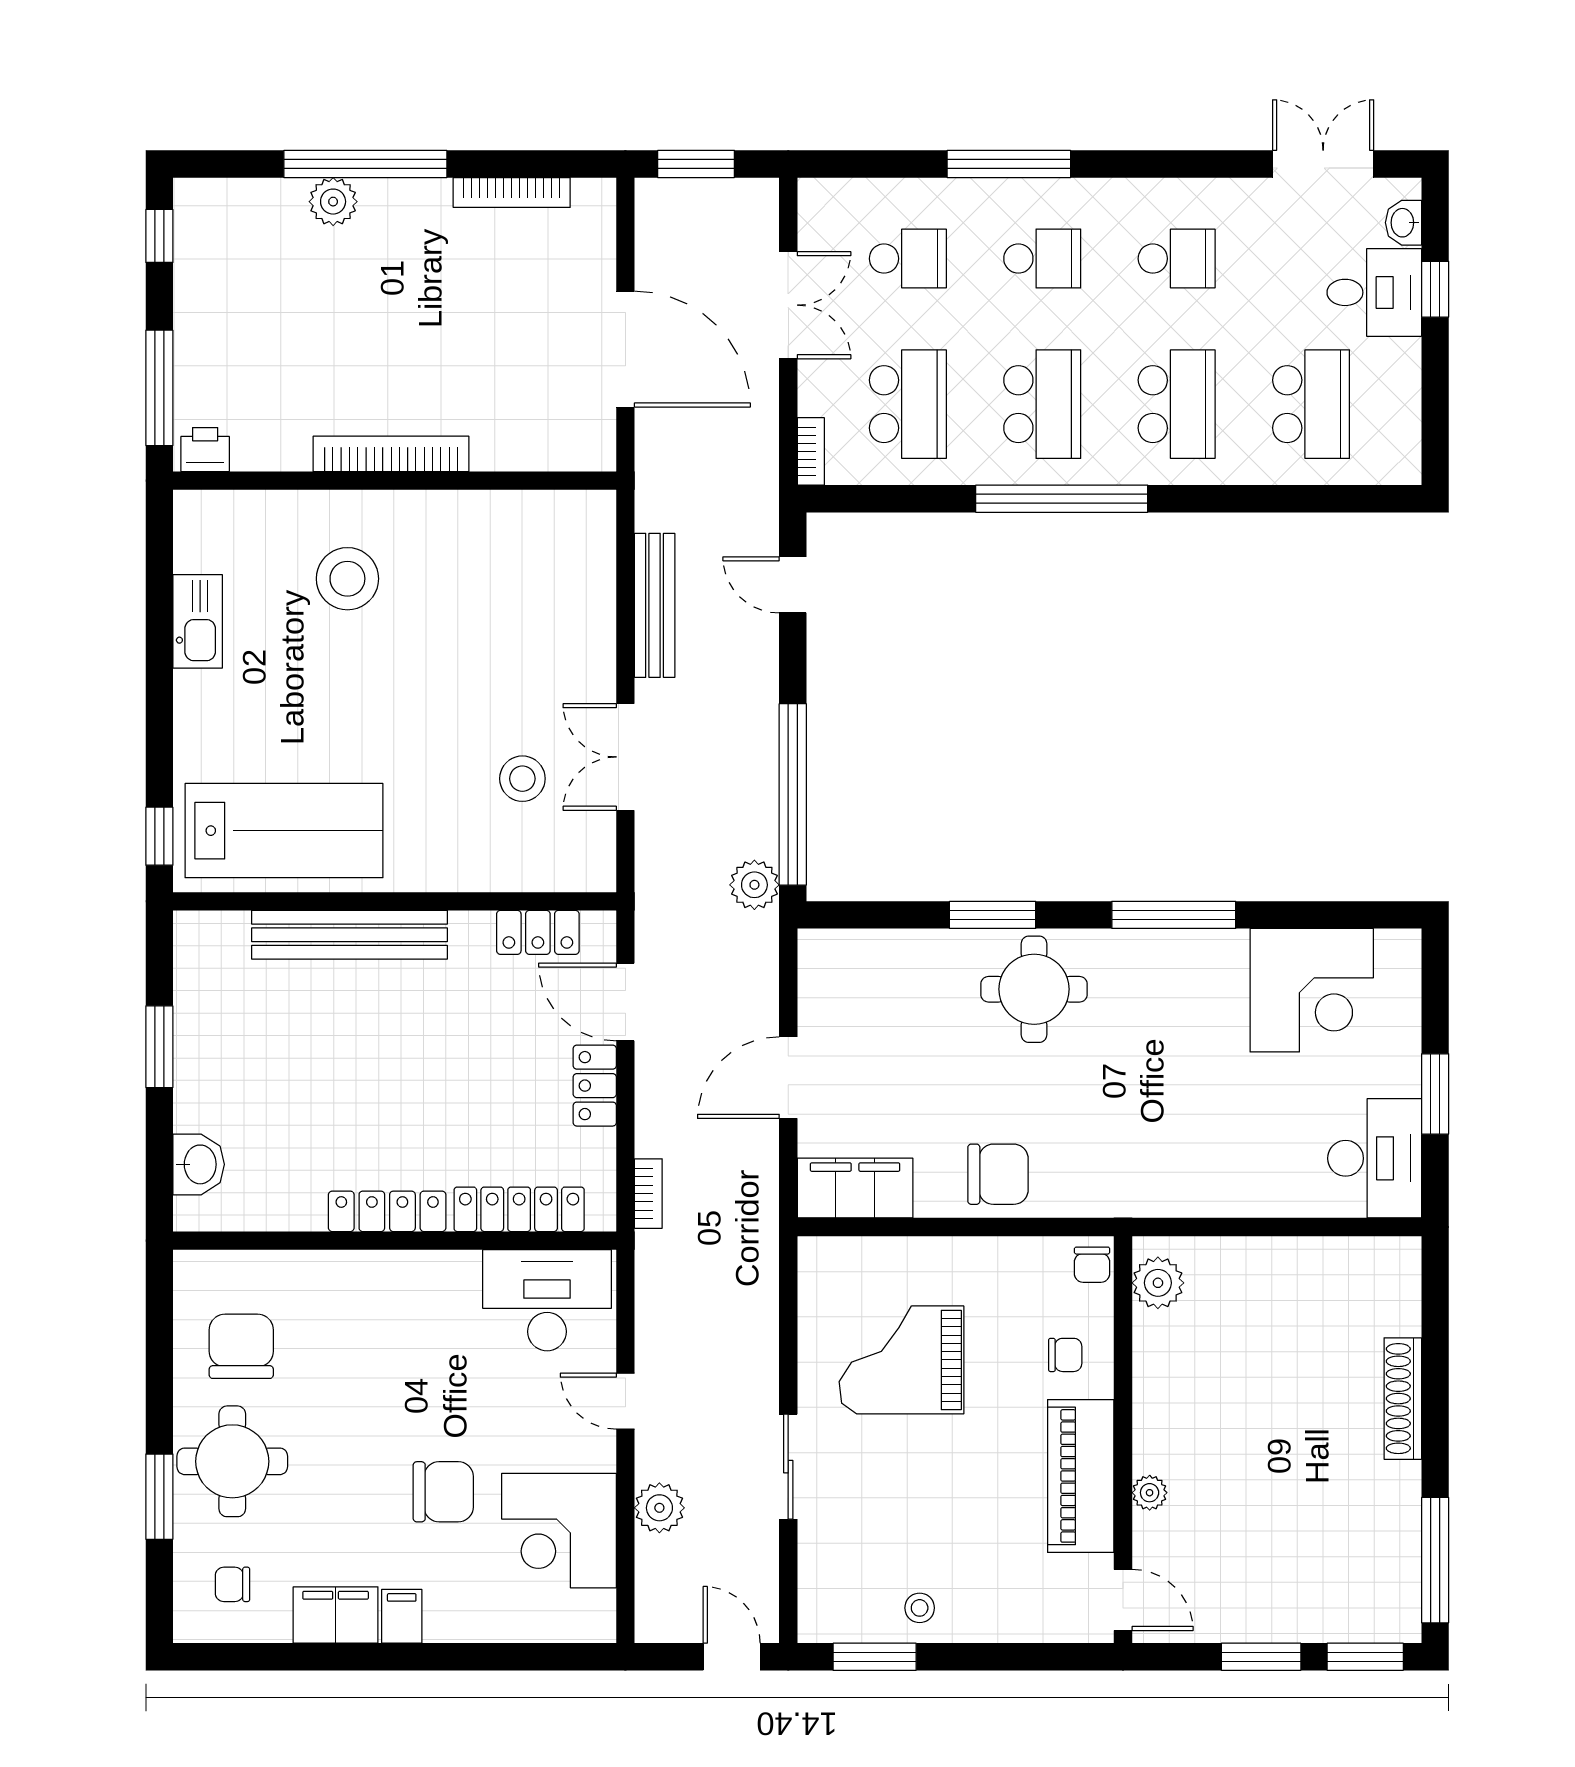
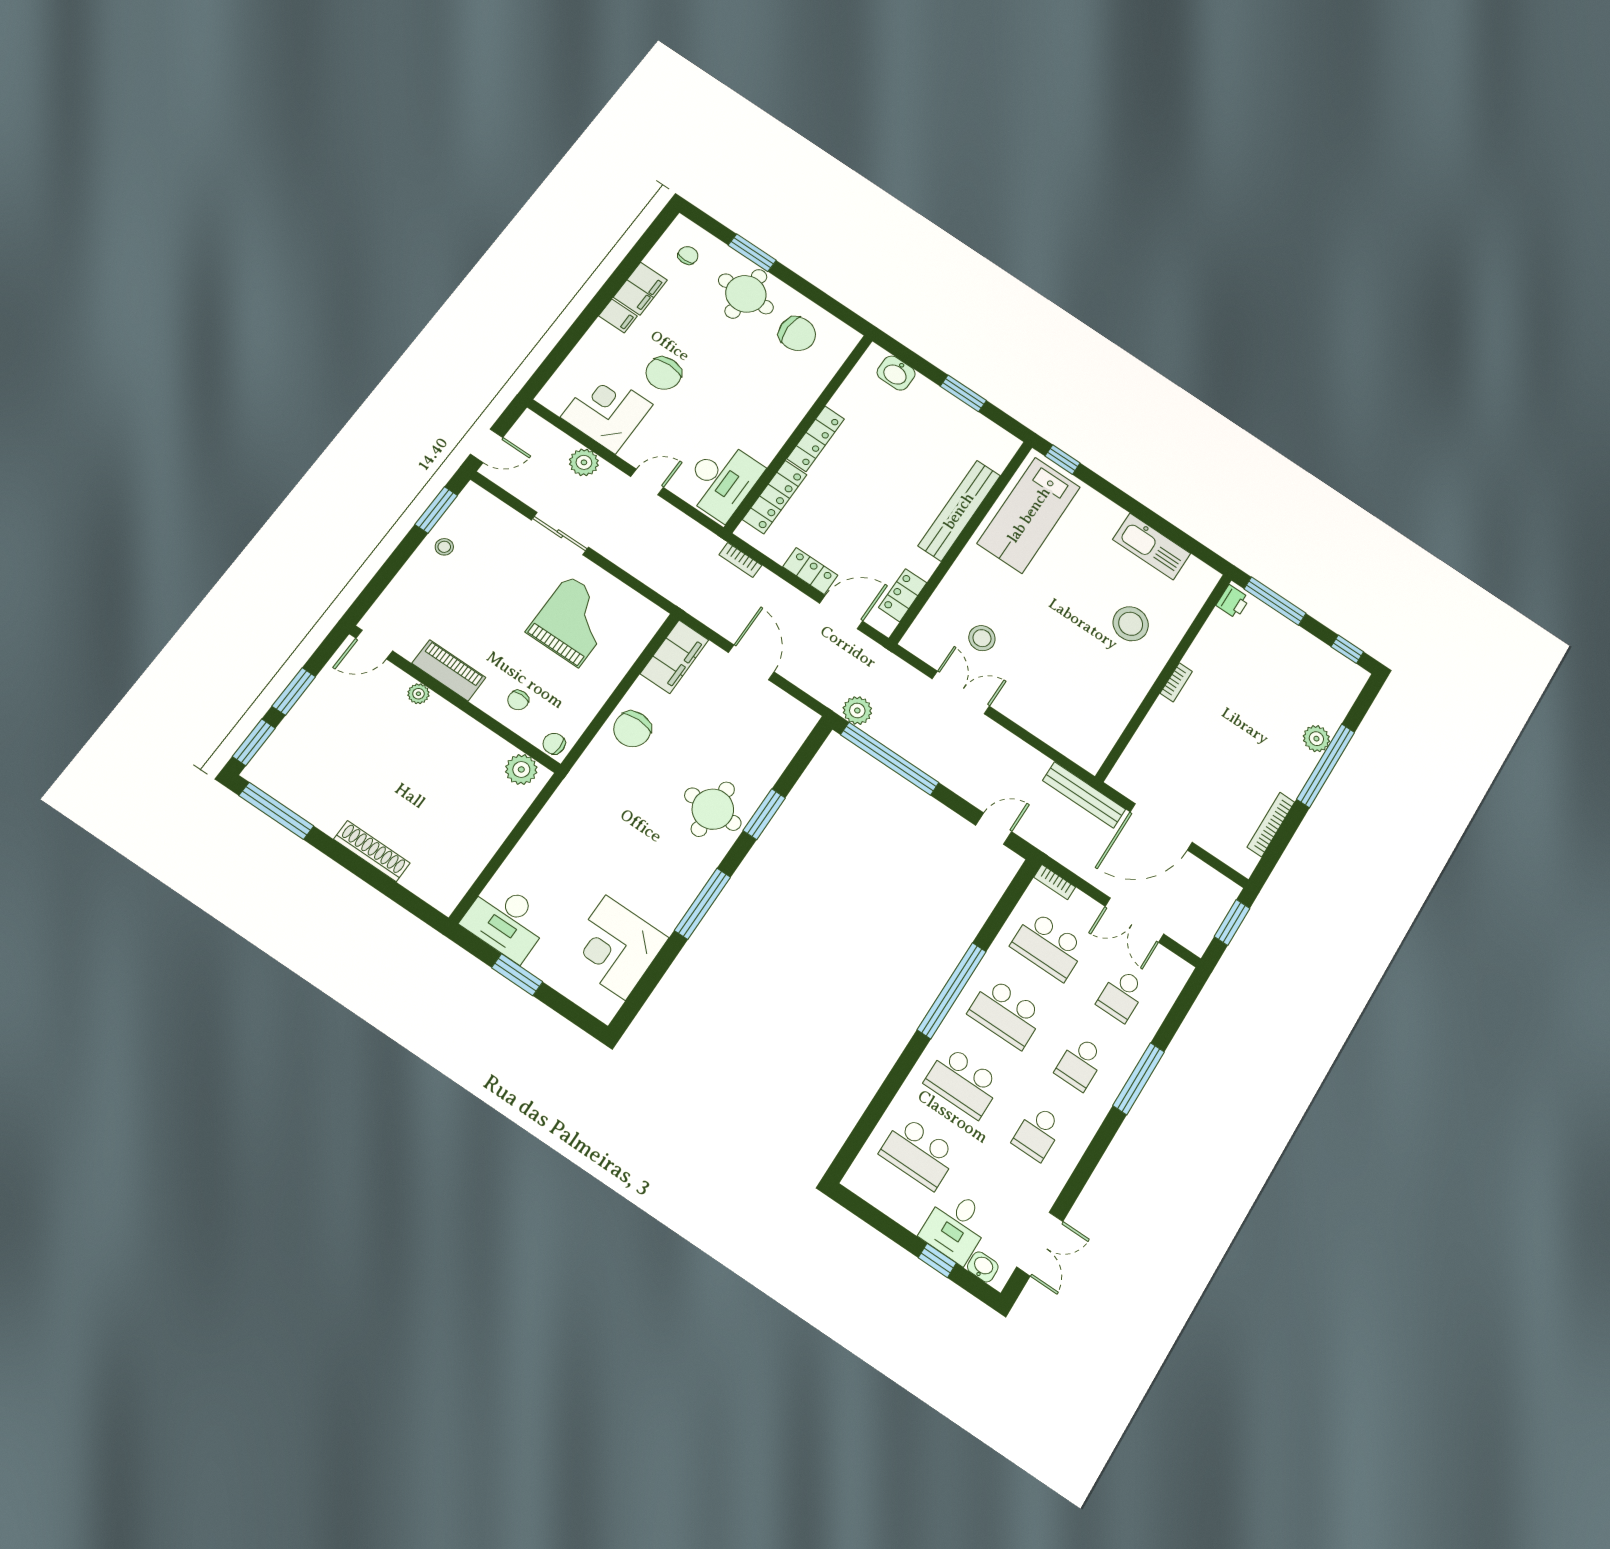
bookcase: (391, 454) -> (1176, 682), width x0.43, depth x0.76
bench: (655, 605) -> (1084, 795), moved
kitchen sink: (198, 621) -> (1152, 546), width x1.36, depth x1.24
piano: (1081, 1476) -> (449, 670), width x0.73, depth x0.75

